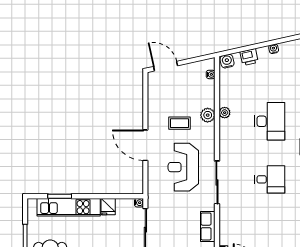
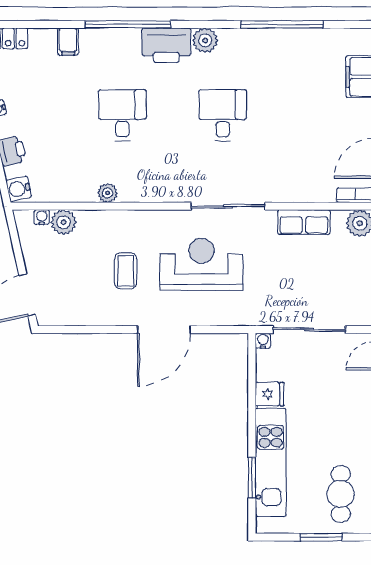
plant: (208, 115) -> (63, 222), moved
desk: (270, 121) -> (122, 115), width x0.73
reception desk: (183, 167) -> (201, 264), turned 180

